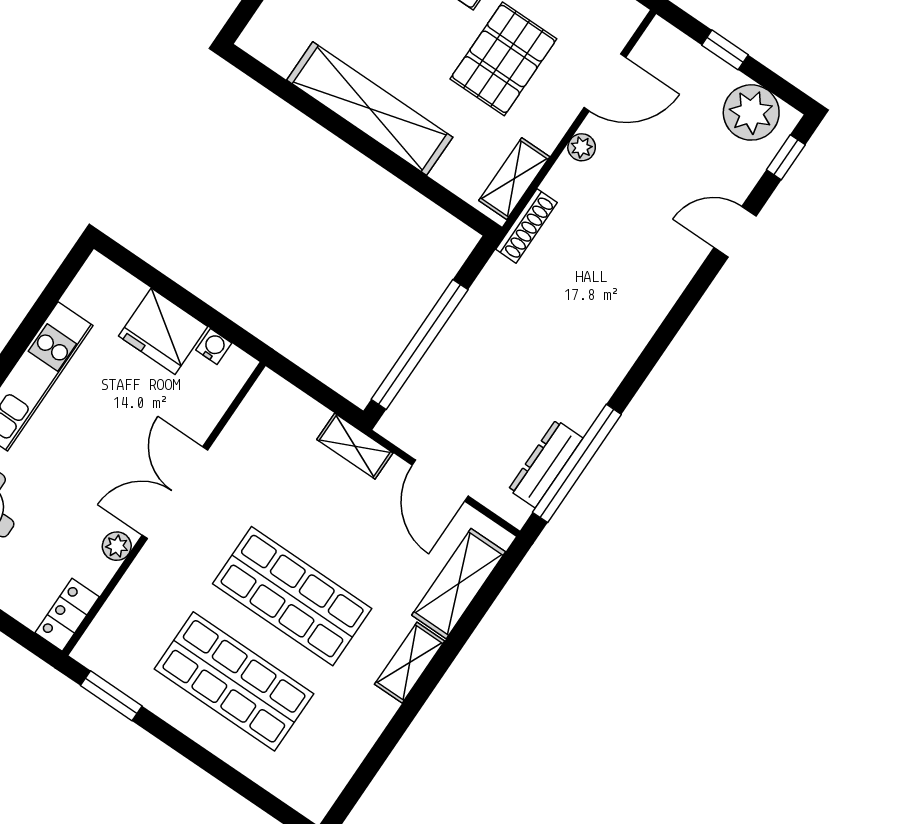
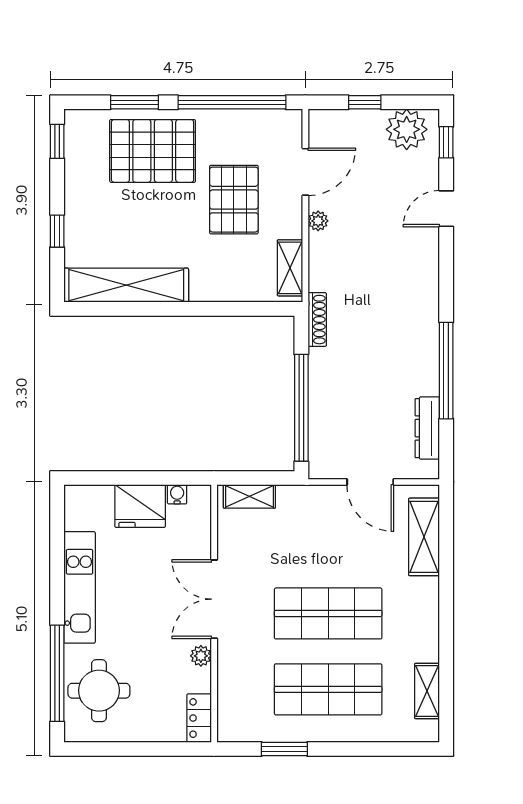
shelving: (370, 109) -> (126, 285), moved
shoe rack: (527, 226) -> (317, 320), moved
shelving: (355, 446) -> (249, 496), moved
window: (577, 463) -> (446, 371), moved
shelving: (410, 663) -> (427, 691), moved
window: (111, 696) -> (284, 749), moved

